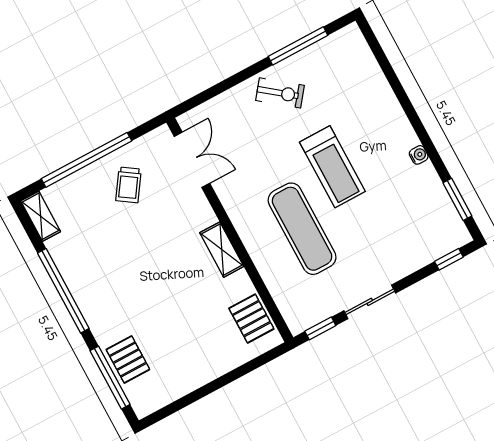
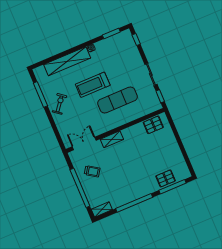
shelving: (382, 101) -> (67, 61), added
treadmill: (332, 167) -> (93, 85), turned 180
shelving: (222, 250) -> (112, 139), moved

